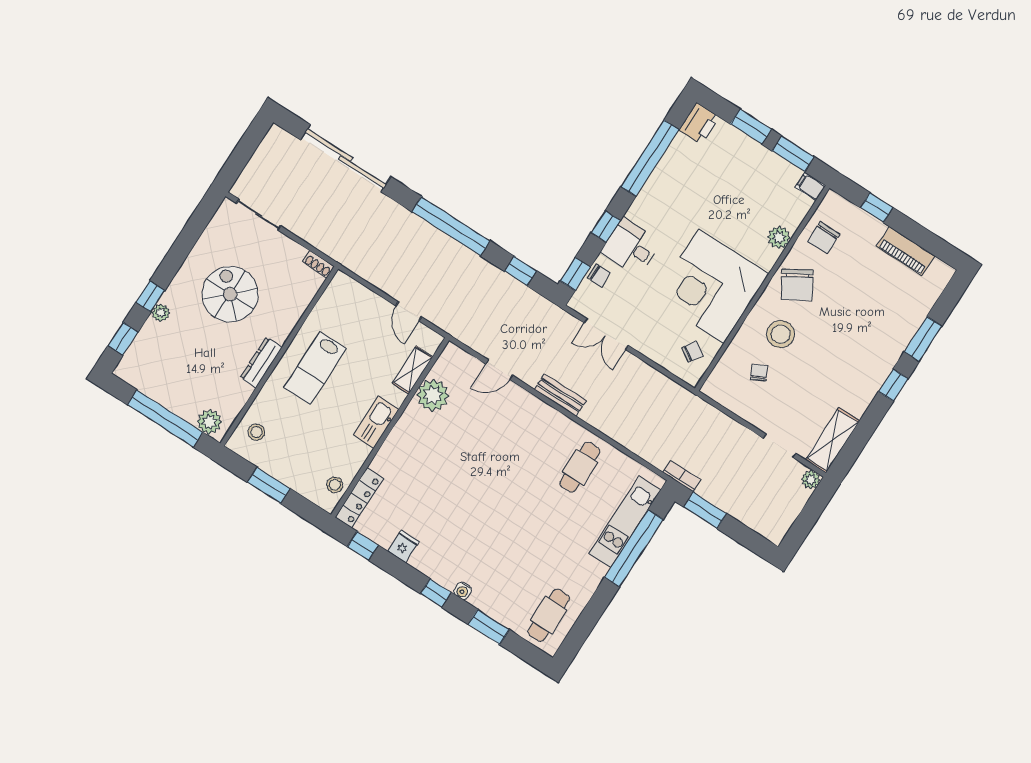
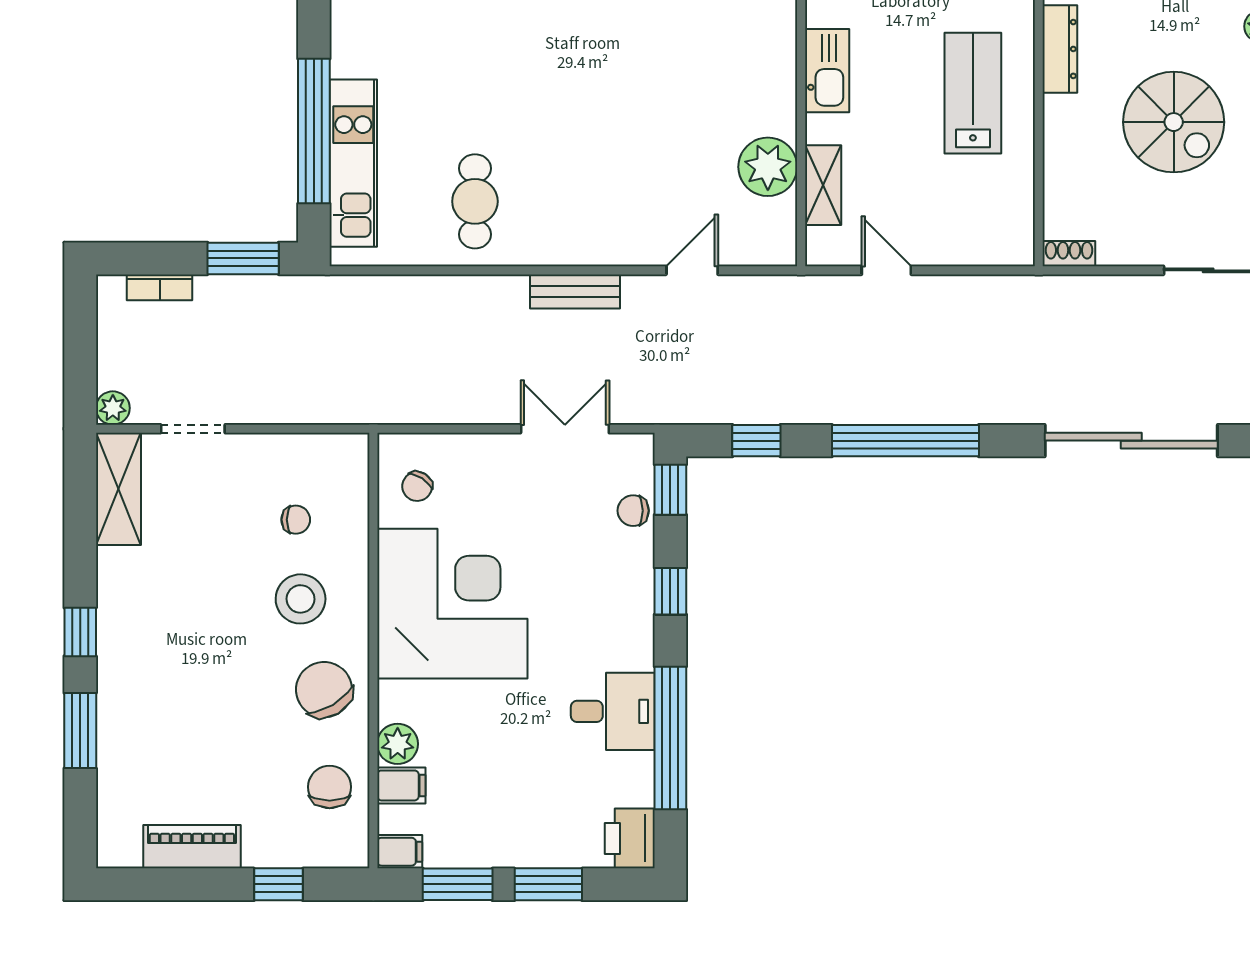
filing cabinet: (790, 217) -> (401, 785), added
desk: (631, 247) -> (613, 711), moved
chair: (759, 373) -> (296, 520), turned -64
bookcase: (682, 476) -> (160, 287), moved

